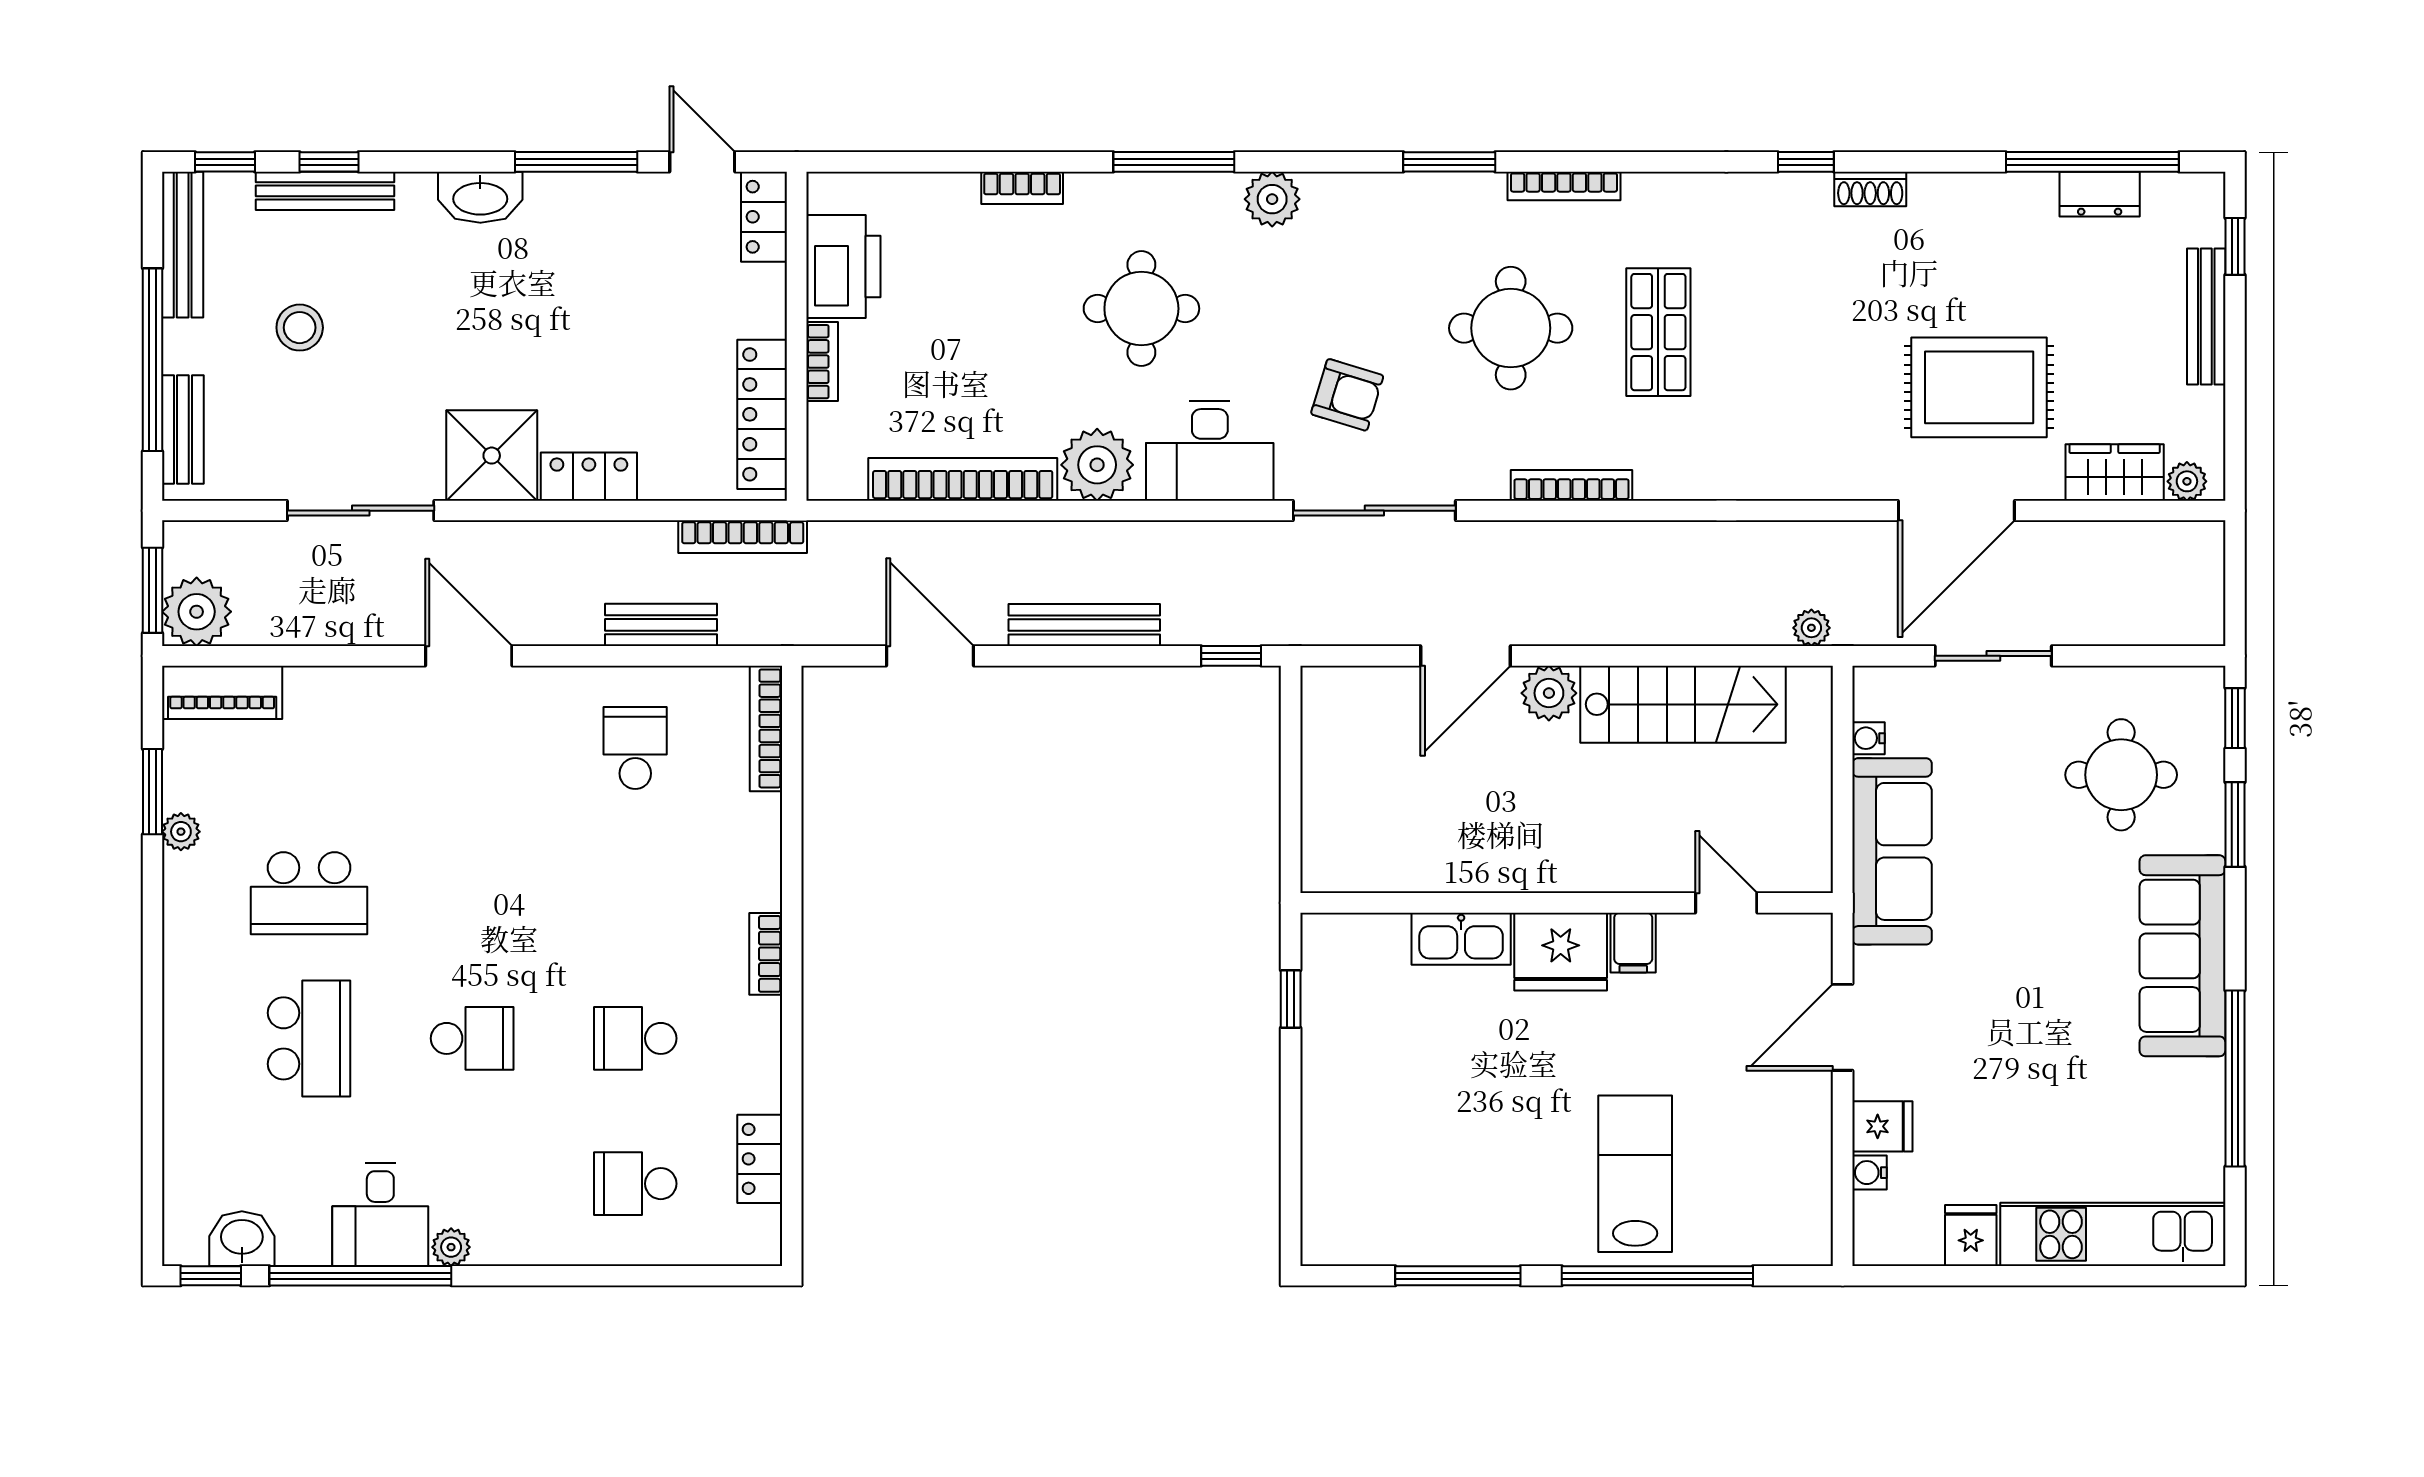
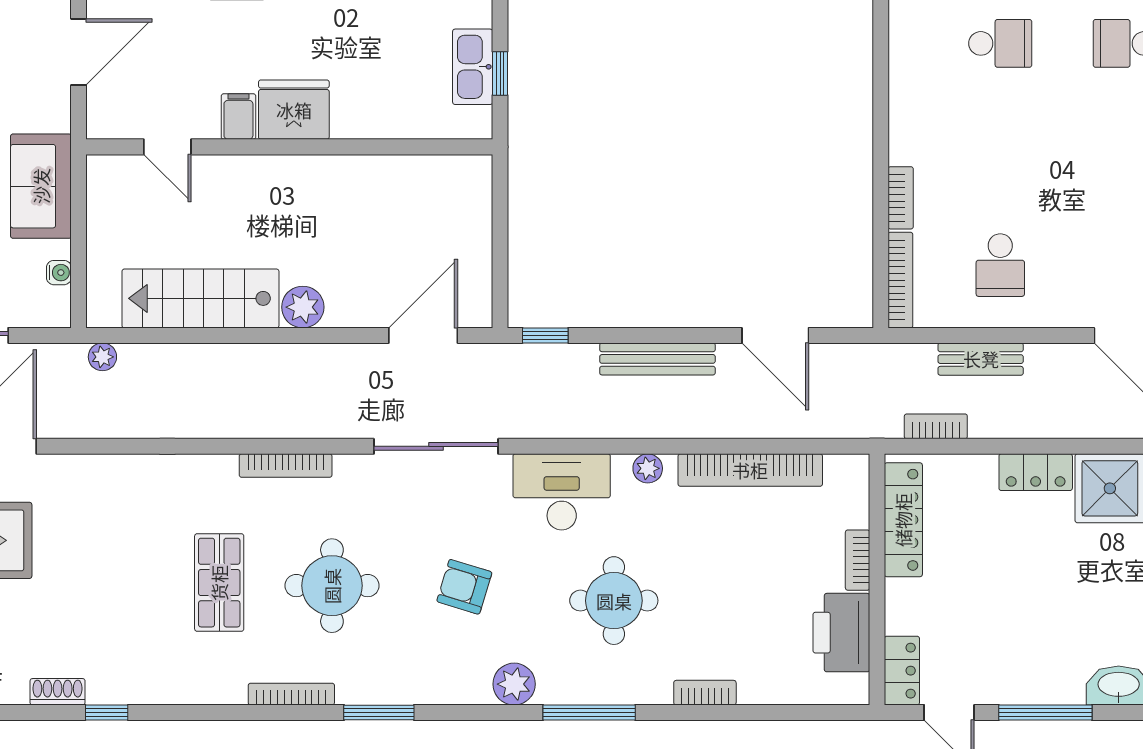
armchair: (1347, 395) -> (464, 587), moved
plant: (1097, 465) -> (648, 468), width x0.53, depth x0.53
bookcase: (743, 537) -> (936, 426), width x0.64
door: (1466, 656) -> (423, 335), moved
sofa: (1892, 851) -> (41, 186), width x0.73
kitchen sink: (1461, 939) -> (473, 67), moved, turned -90
bookcase: (766, 954) -> (901, 198), moved

